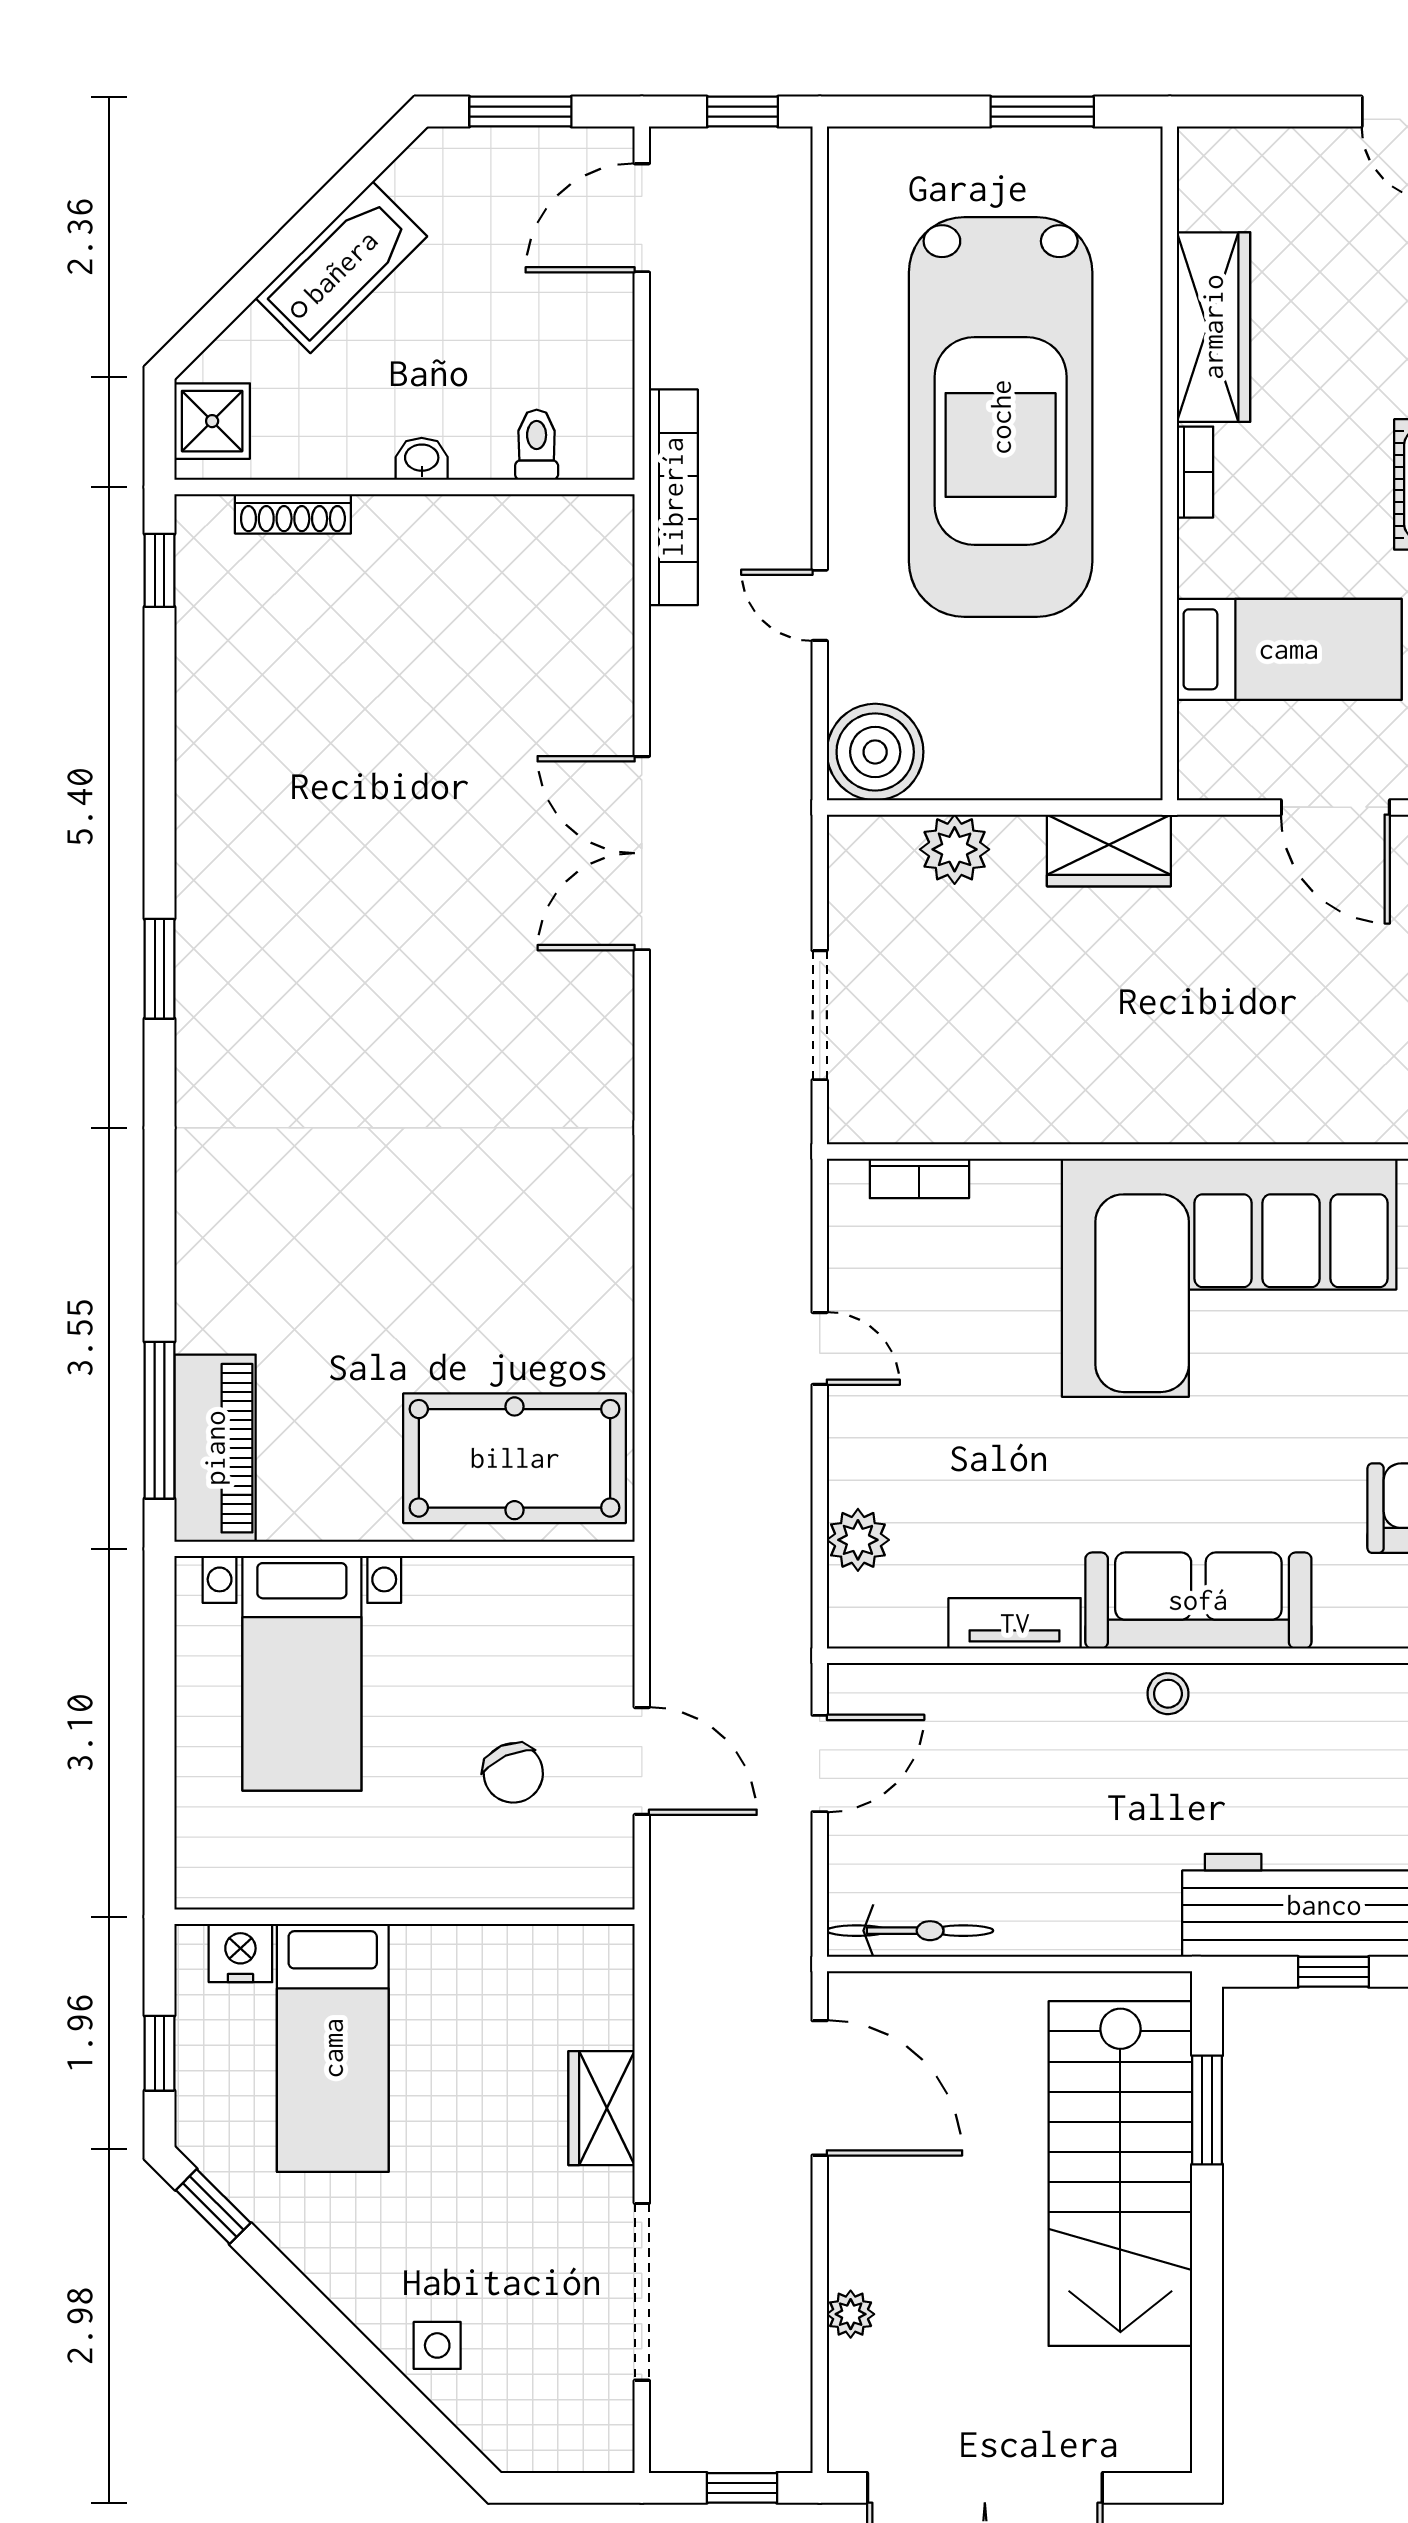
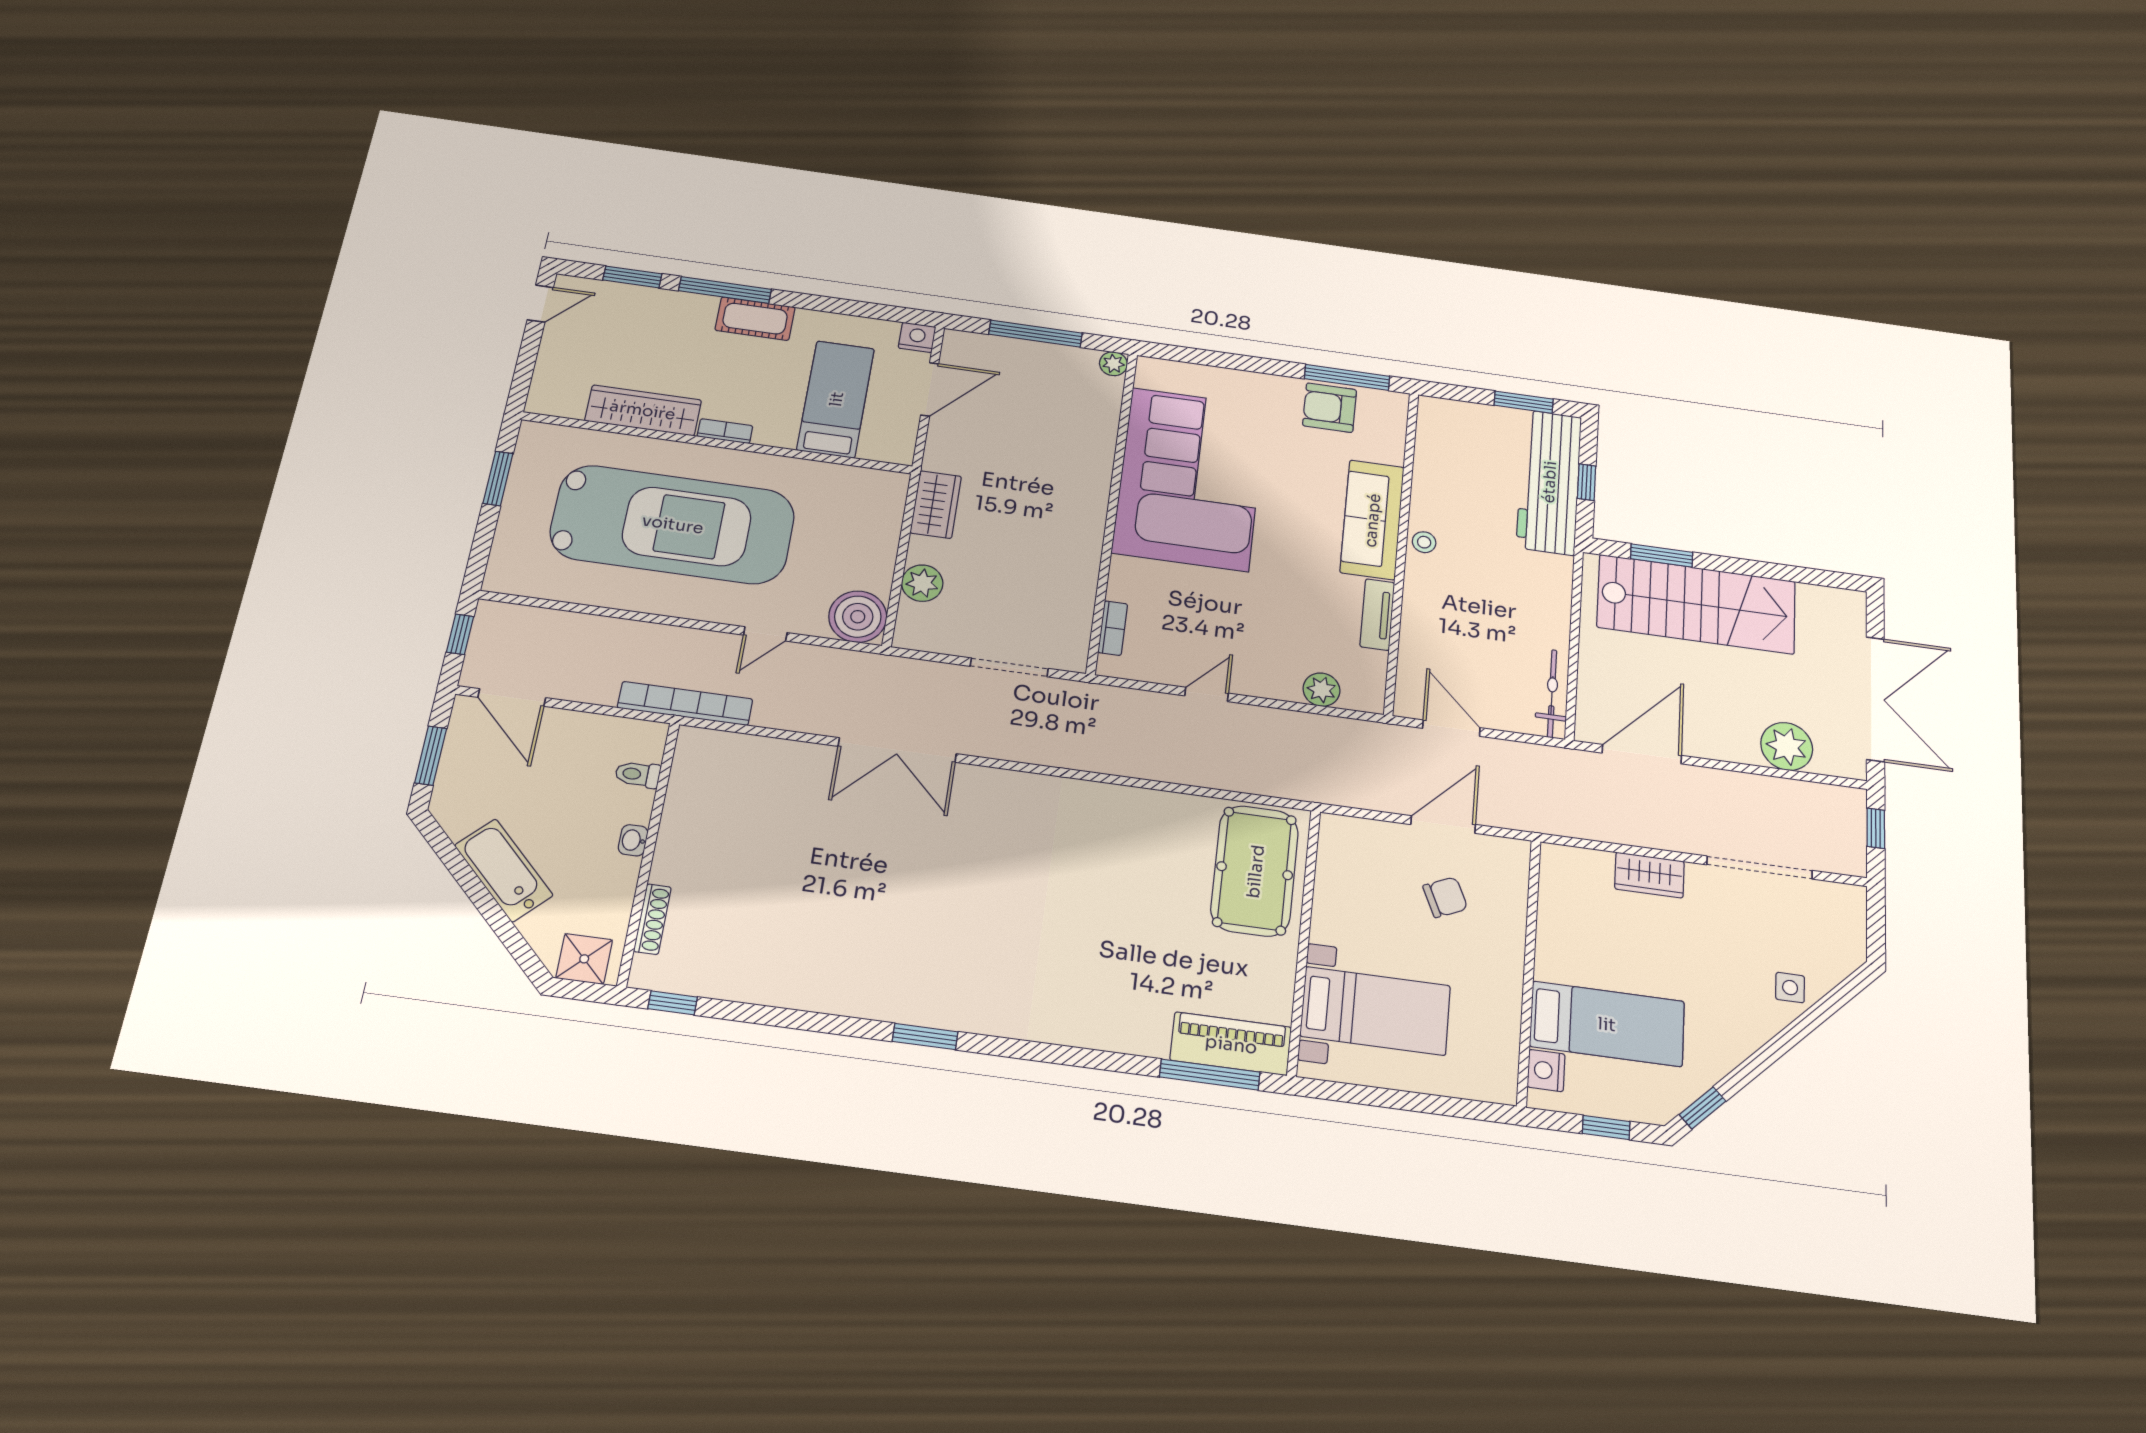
plant: (851, 2314) -> (1787, 746), width x1.88, depth x1.88

